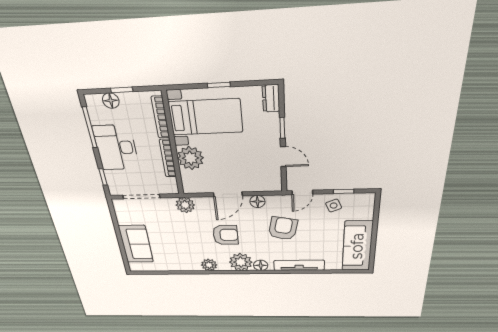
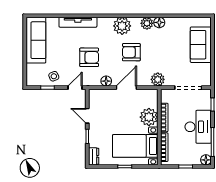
floor lamp: (111, 101) -> (206, 160), moved
armchair: (283, 228) -> (89, 57), turned -101
floor lamp: (261, 265) -> (159, 22), moved

